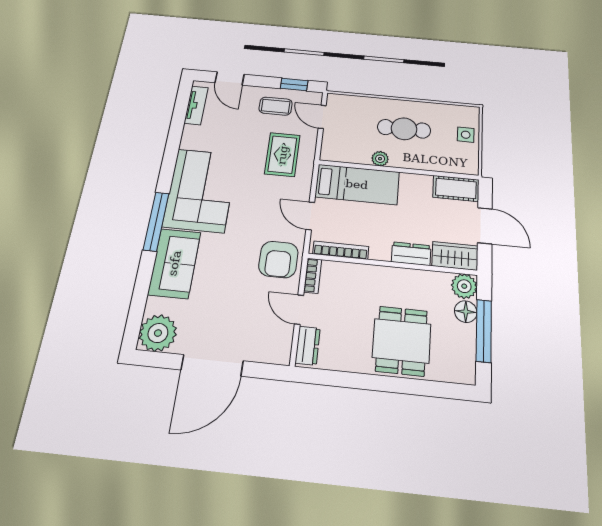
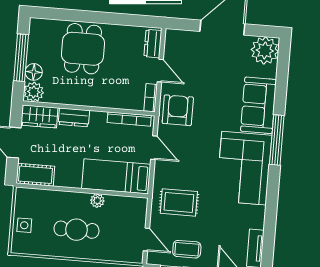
rug: (282, 155) -> (179, 202), turned 90

